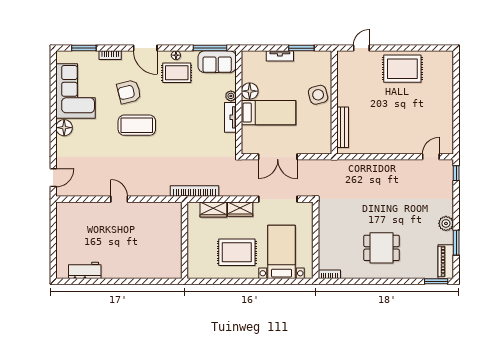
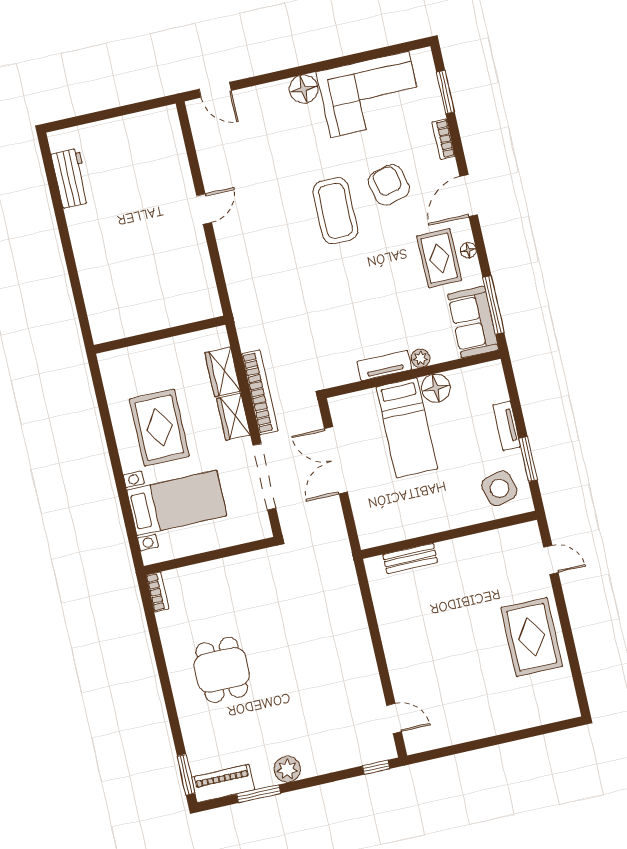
side table: (318, 95) -> (499, 488), moved
bench: (343, 127) -> (410, 558), width x0.73
bookcase: (194, 191) -> (260, 392), moved

